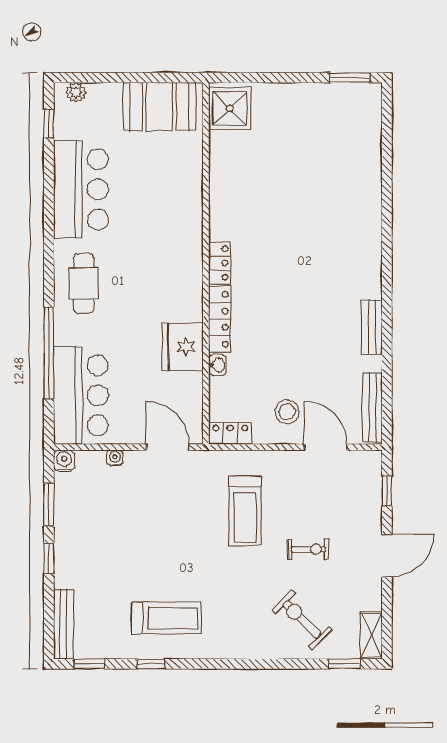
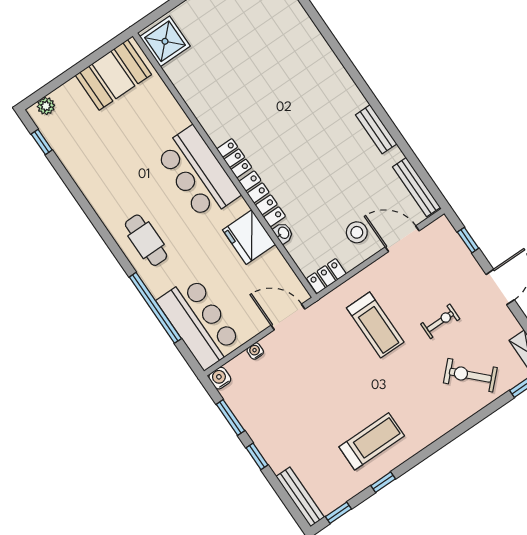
bar counter: (81, 189) -> (198, 173), moved, turned 180

